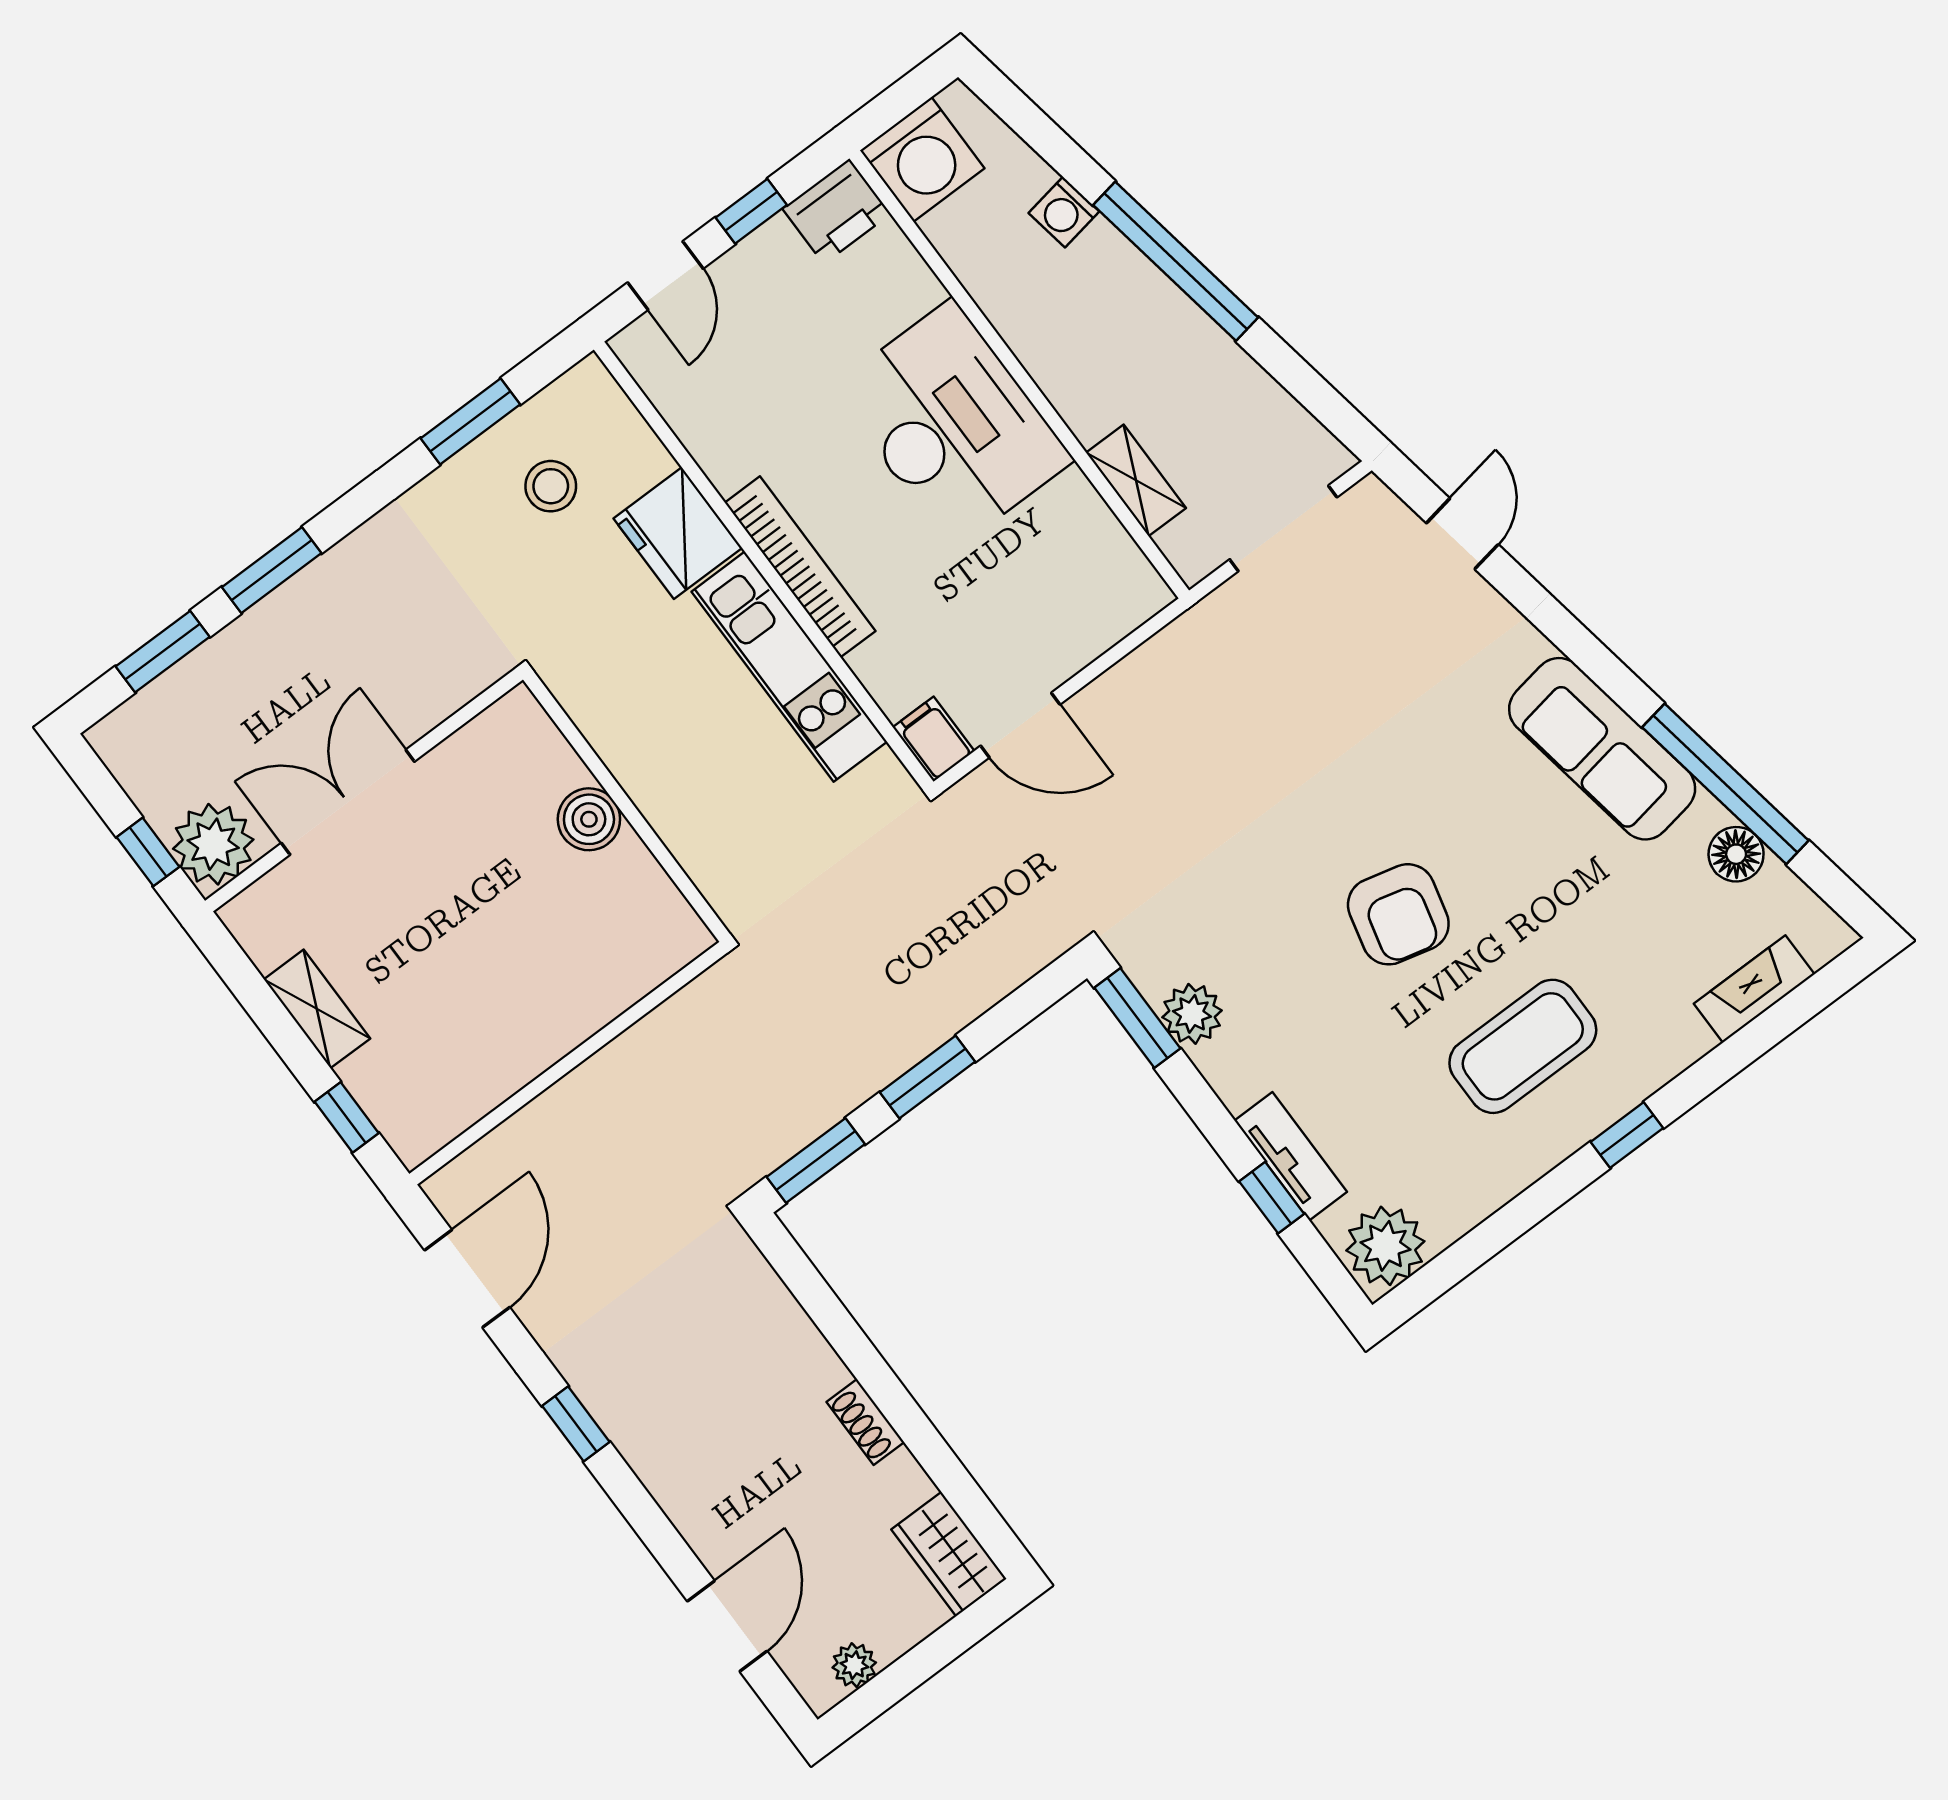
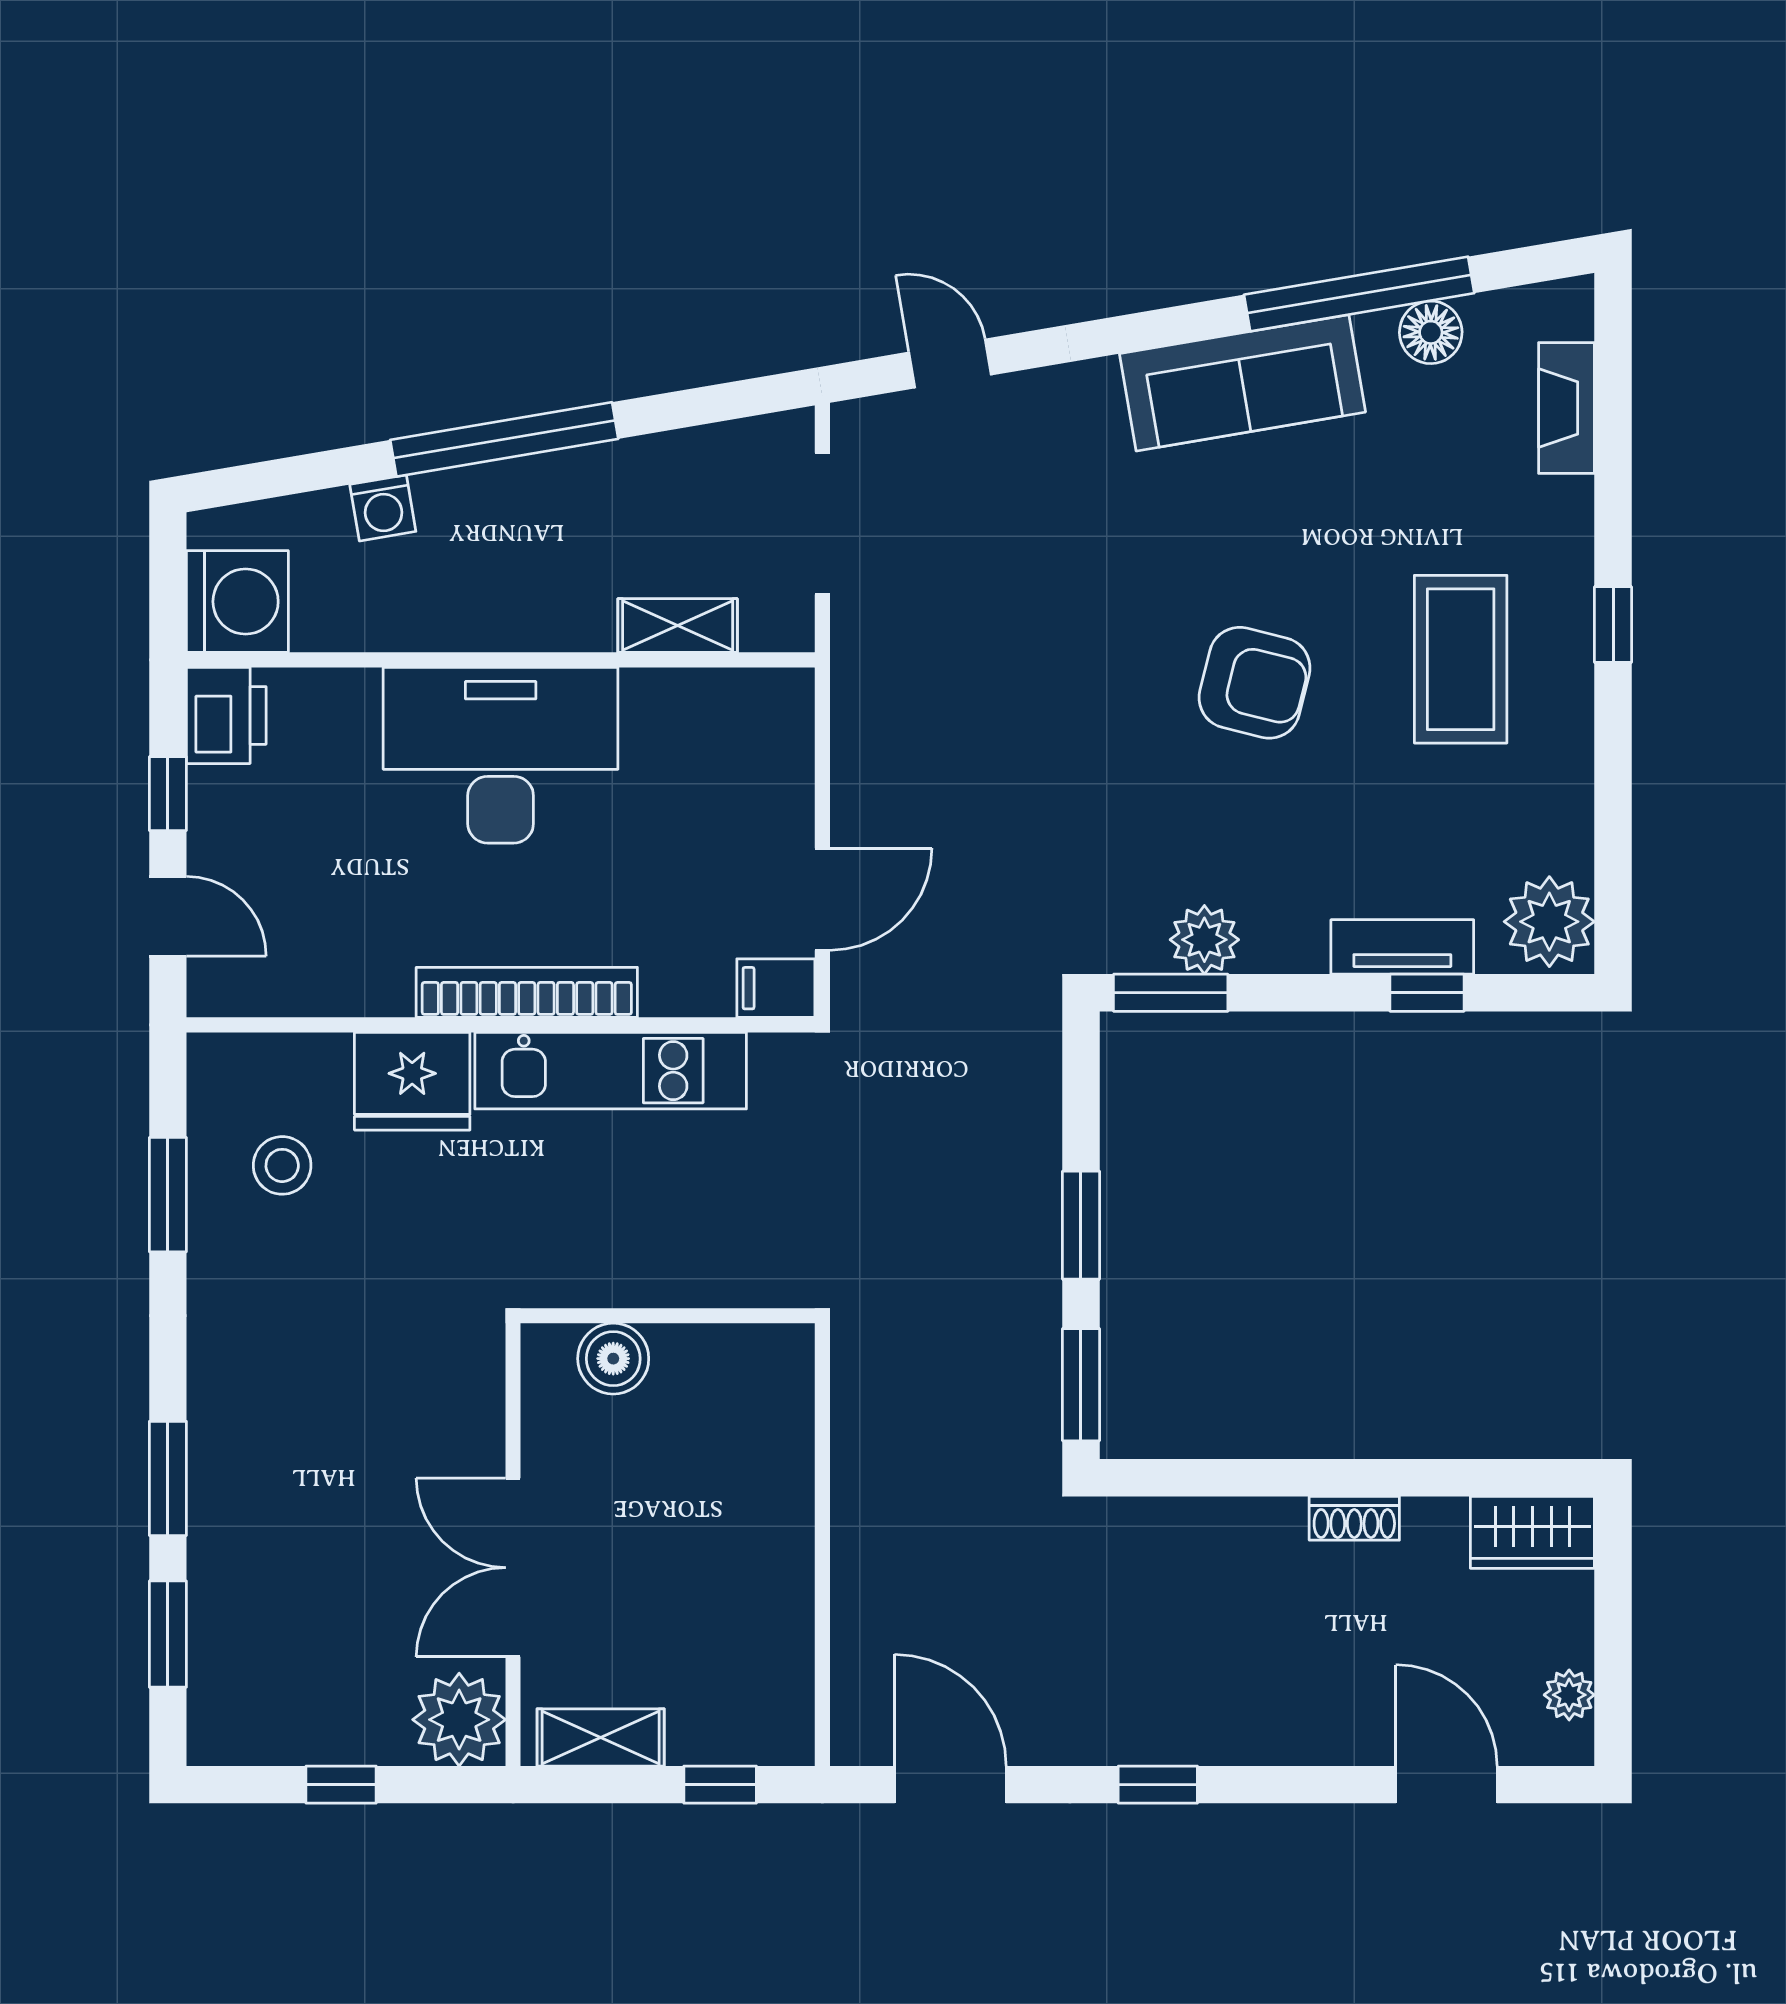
wall: (364, 790) -> (513, 1545), moved
double door: (348, 802) -> (513, 1568), moved
plant: (213, 844) -> (459, 1720), moved

